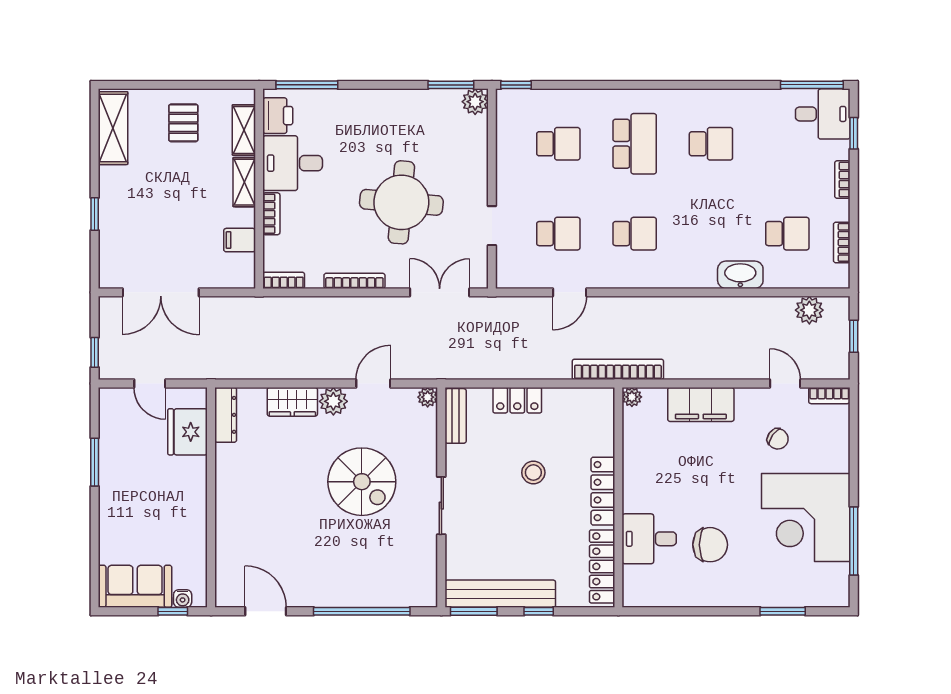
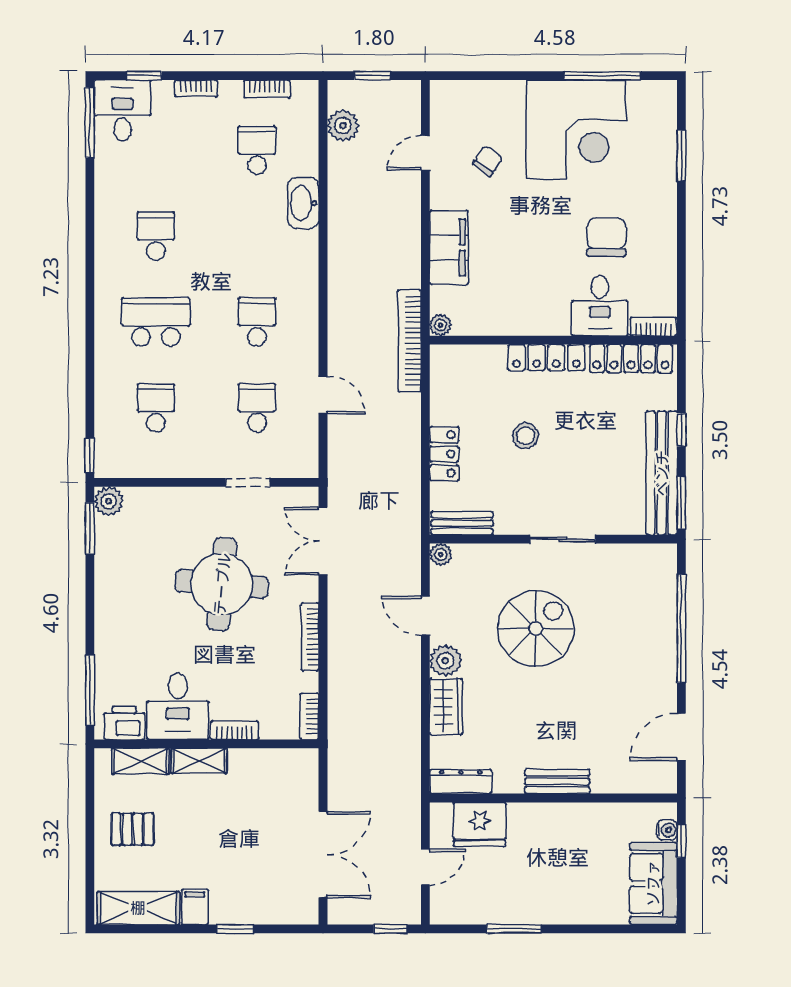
filing cabinet: (240, 240) -> (195, 907), moved, turned 180
bookcase: (829, 396) -> (653, 327), moved, turned -90
bench: (226, 501) -> (557, 781), added

